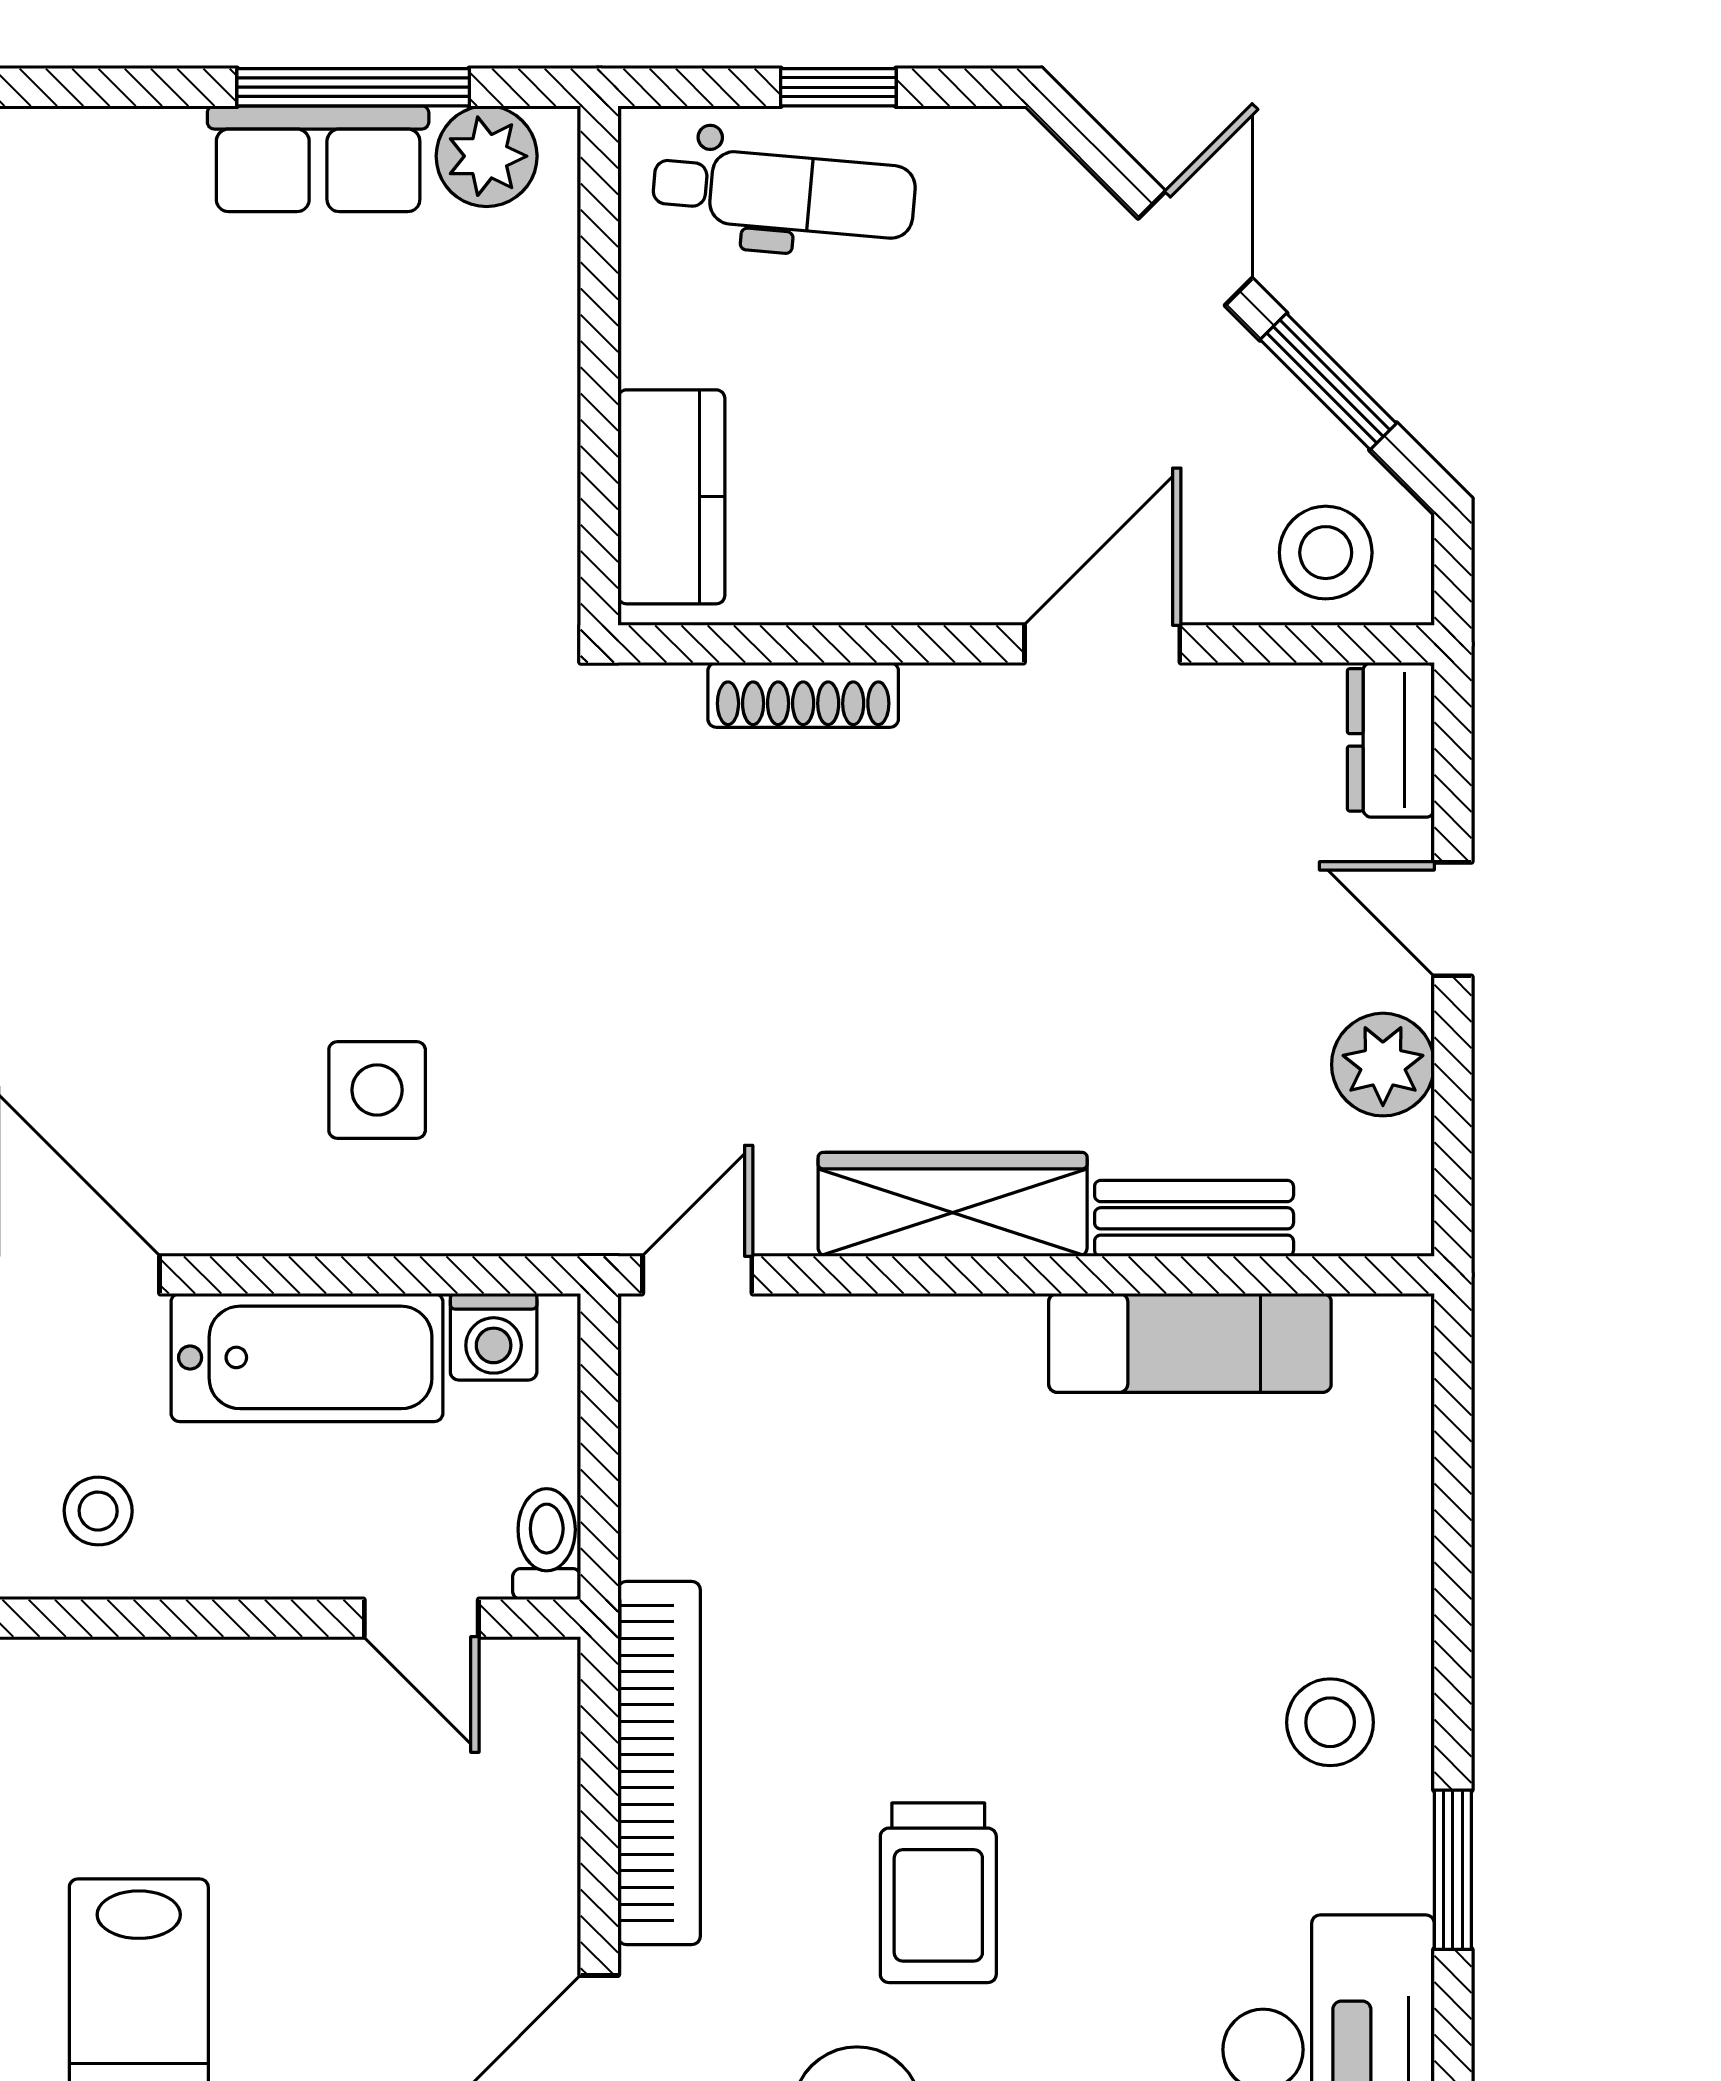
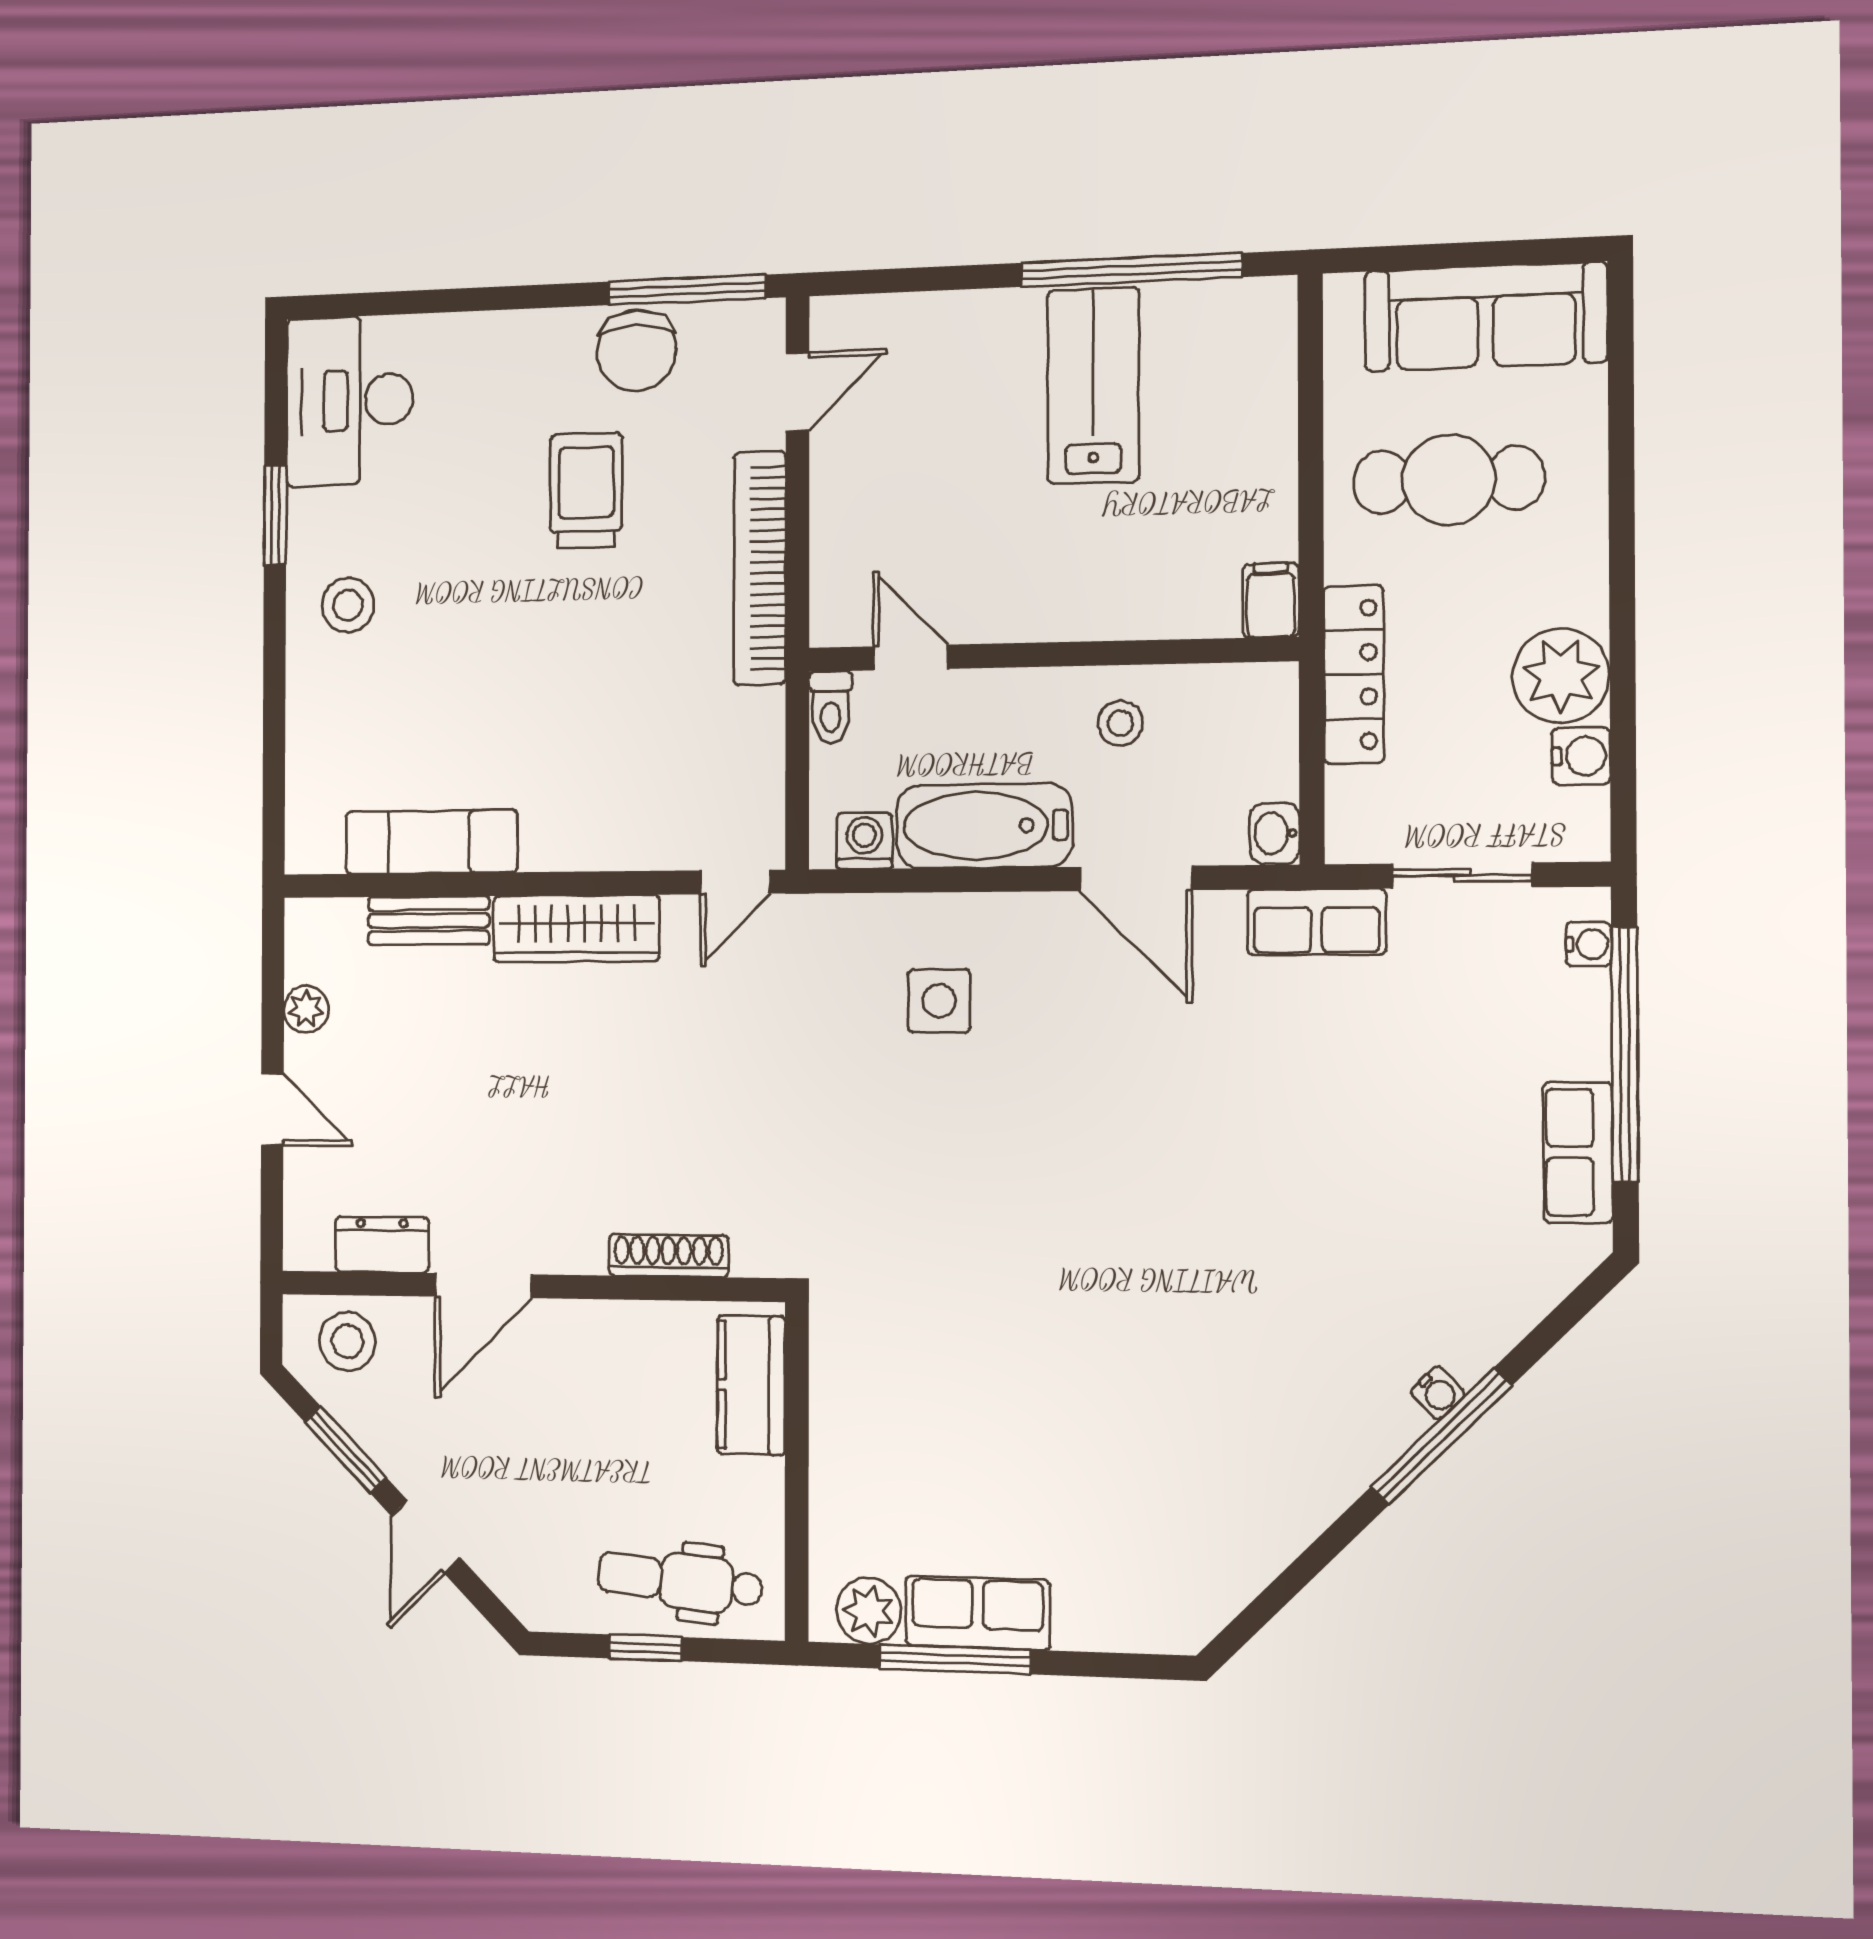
dresser: (1391, 740) -> (382, 1245), moved, turned -90
plant: (1383, 1065) -> (306, 1009), width x0.73, depth x0.73

